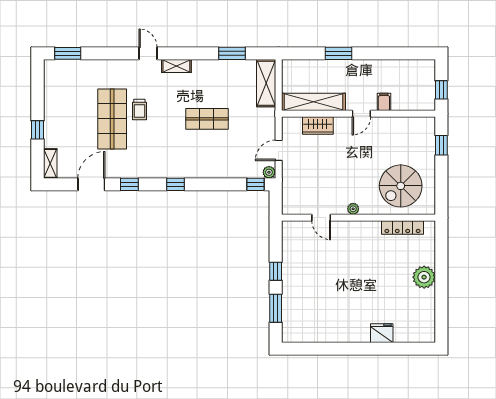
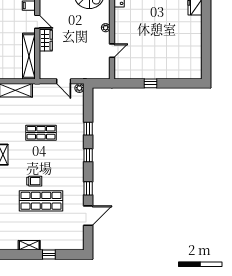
shop shelf: (207, 119) -> (41, 133), turned 90
wardrobe: (318, 125) -> (46, 40), moved
shelving: (50, 163) -> (29, 245), moved
door: (91, 184) -> (88, 216), swing flipped
window: (256, 184) -> (88, 129), moved
window: (276, 308) -> (177, 83), removed

